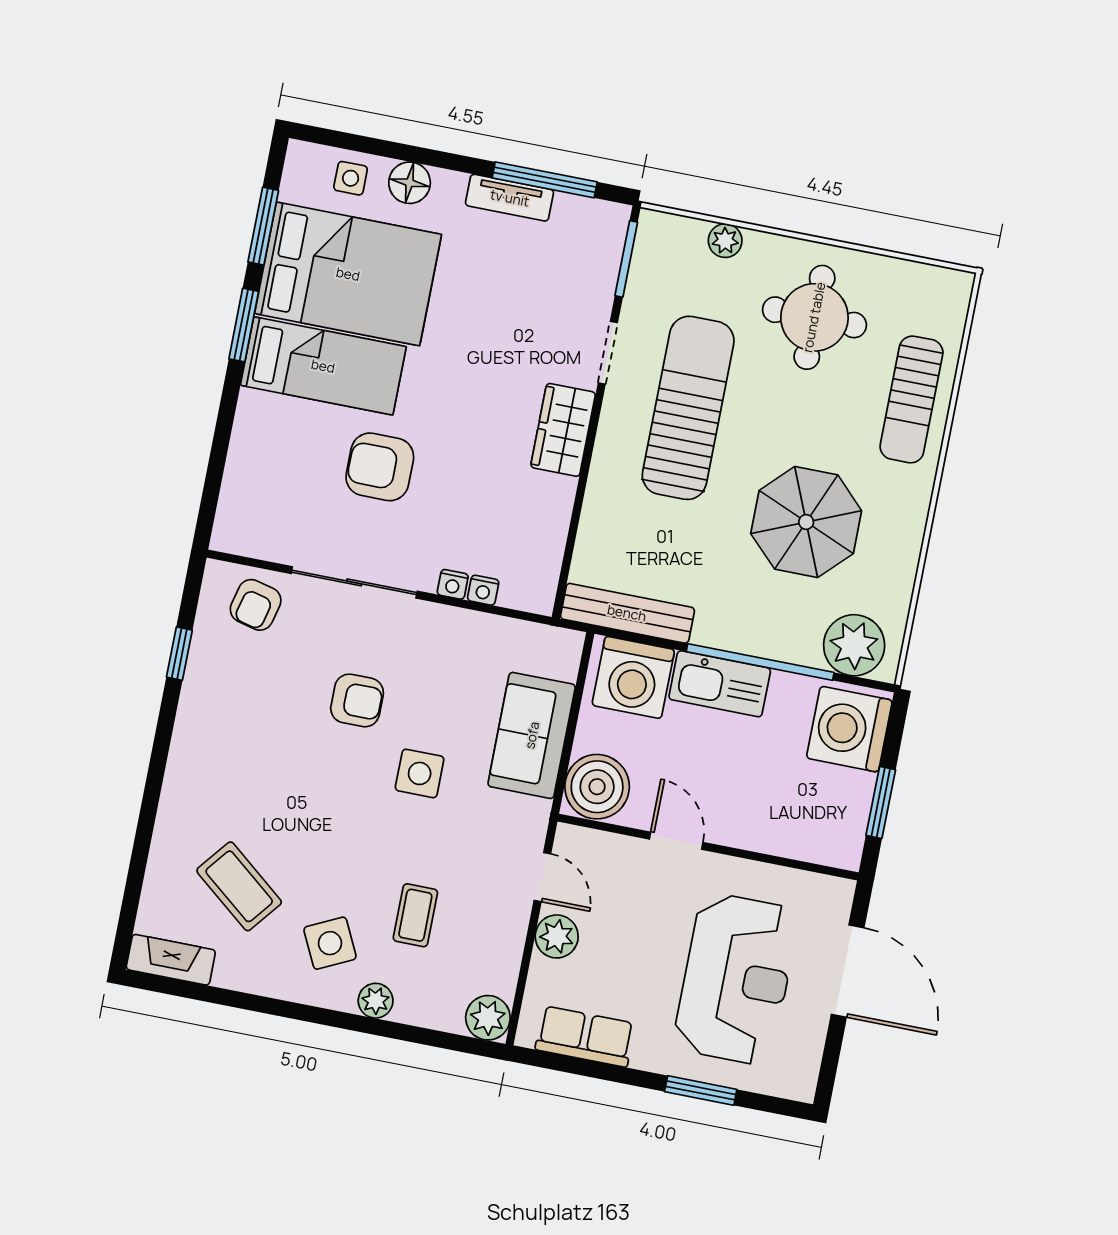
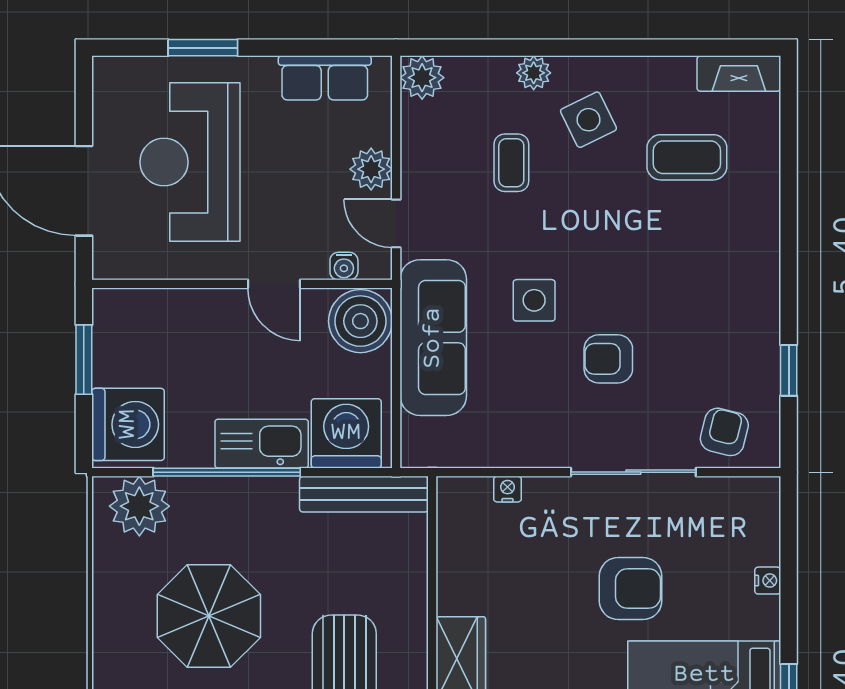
nightstand: (453, 584) -> (768, 581), moved, turned 90
sofa: (532, 735) -> (433, 338), width x1.36
water cooler: (603, 845) -> (344, 266), added
coffee table: (239, 886) -> (687, 157), turned -39

